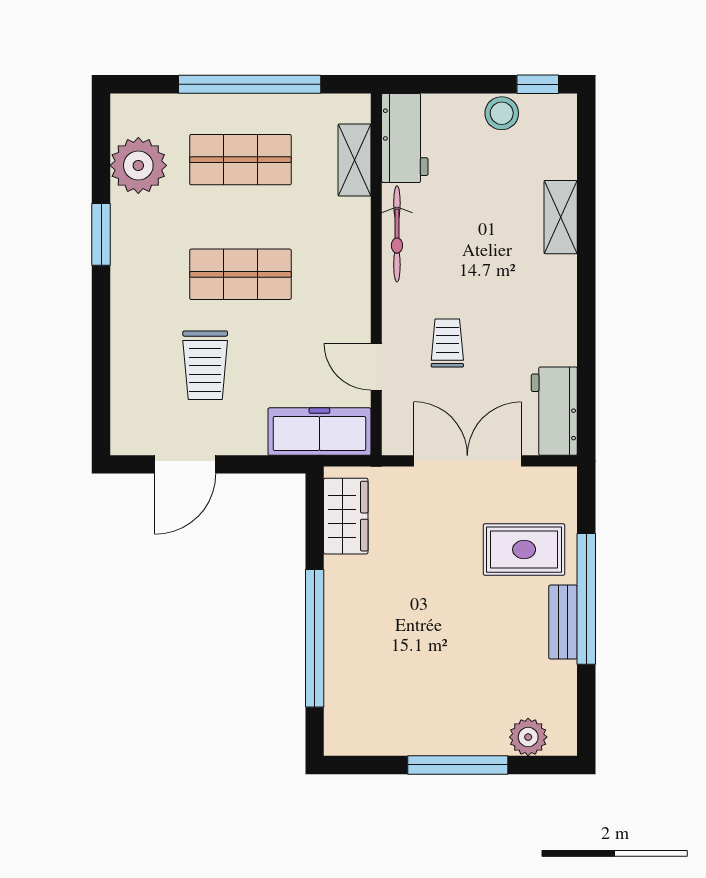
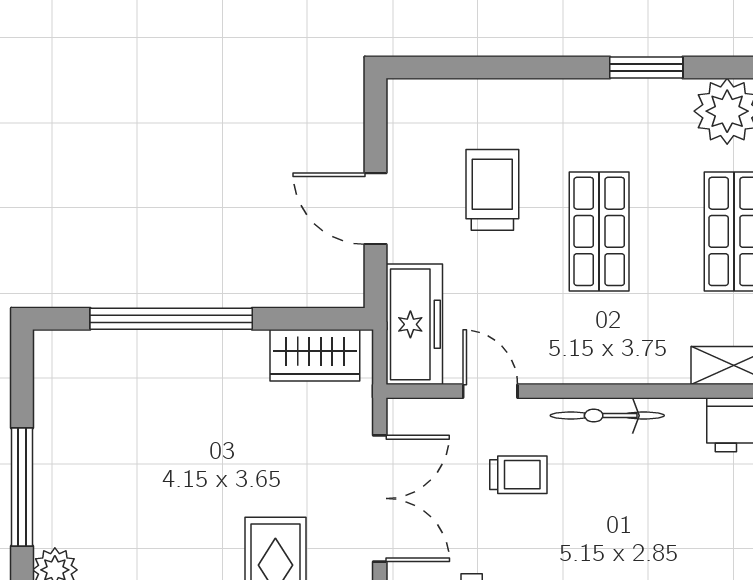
bicycle: (397, 234) -> (607, 416), moved
trolley: (205, 365) -> (492, 190), turned 90
door: (376, 367) -> (490, 391), hinge flipped
door: (185, 464) -> (376, 209), moved

